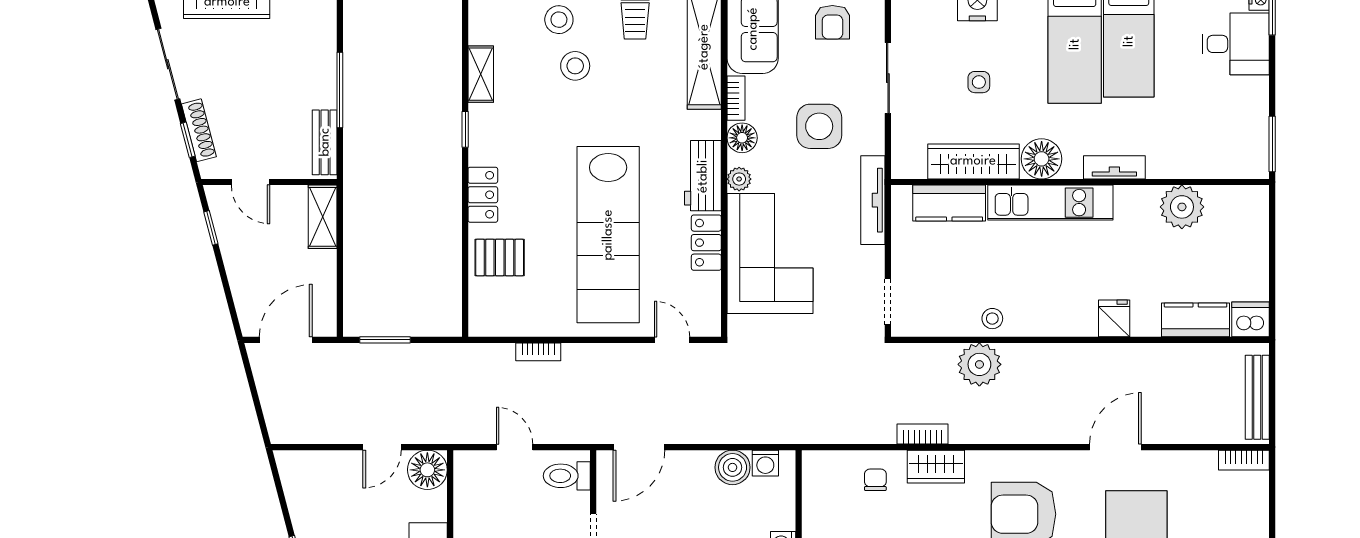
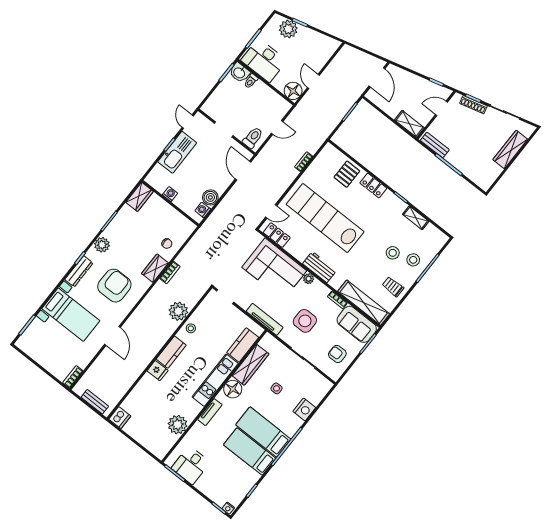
desk: (1236, 44) -> (191, 465), moved
floor lamp: (742, 138) -> (322, 291), removed
locker: (706, 243) -> (277, 235), moved
kitchen counter: (1196, 320) -> (171, 352), moved
bench: (1257, 397) -> (95, 402), width x0.73

